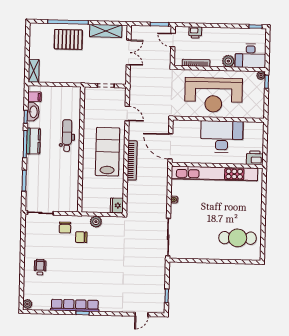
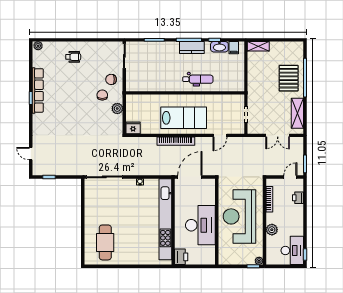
desk: (251, 56) -> (292, 250), moved, turned 180

